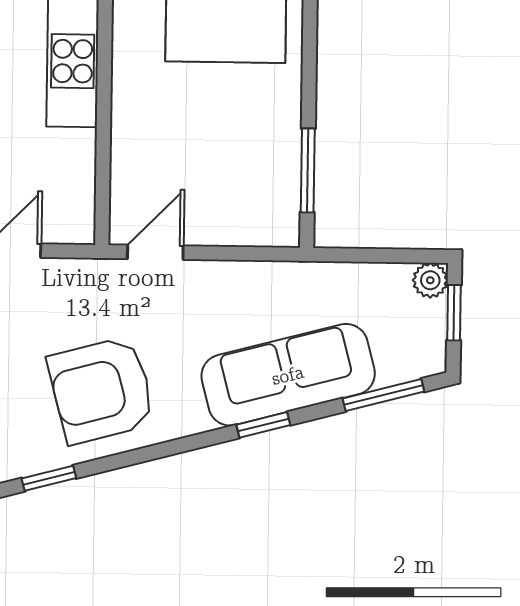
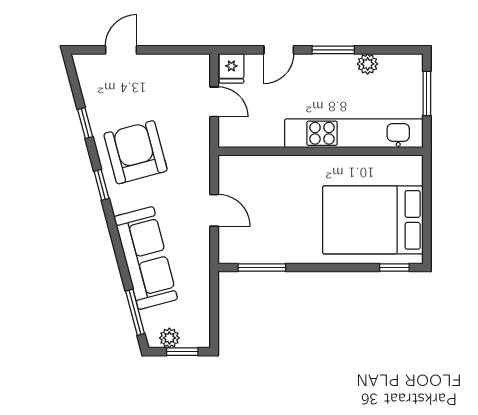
door: (155, 252) -> (214, 210), moved
plant: (430, 280) -> (169, 338), moved
window: (263, 425) -> (101, 185), moved

